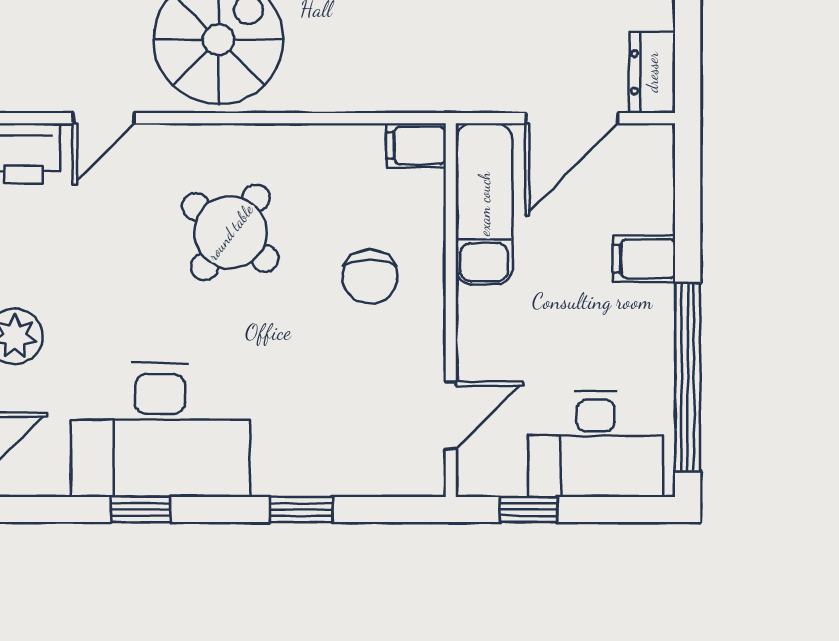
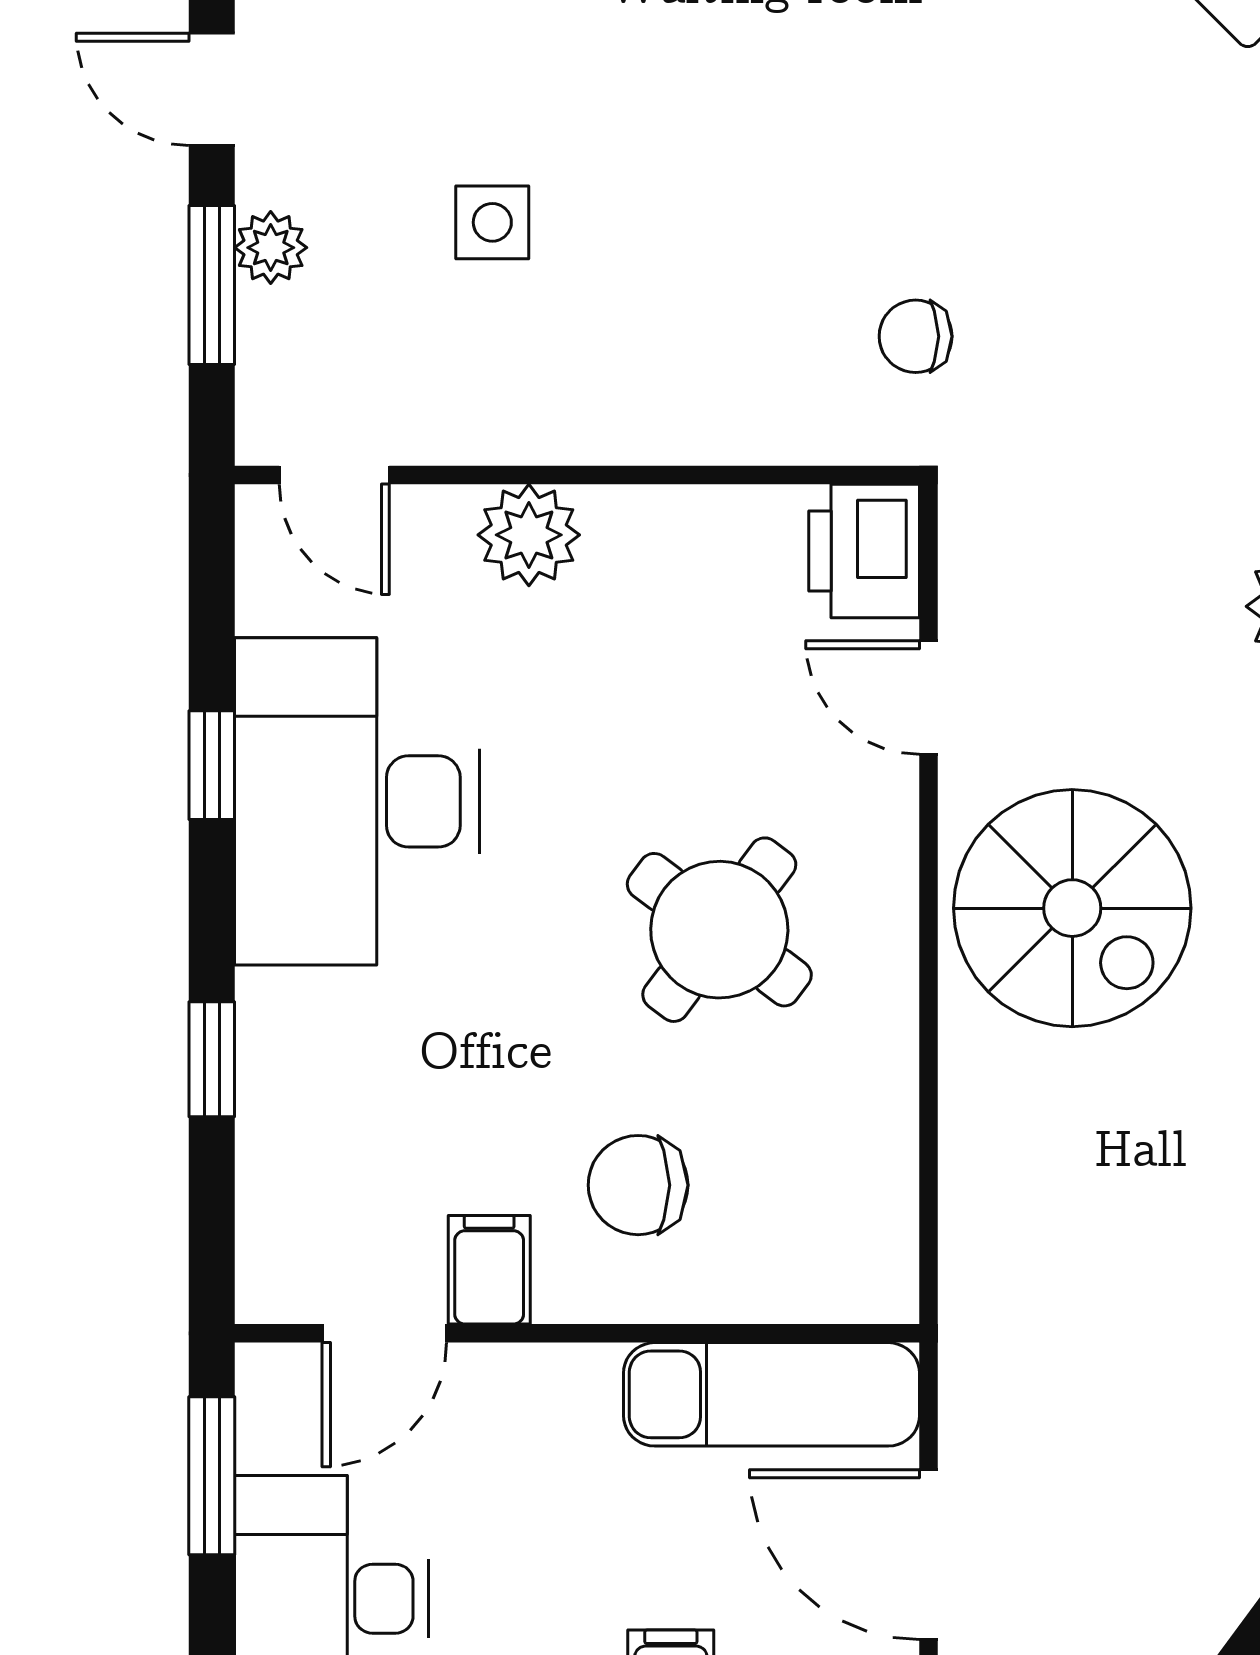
filing cabinet: (416, 145) -> (489, 1270), moved
door: (451, 415) -> (384, 1333), hinge flipped
window: (528, 510) -> (212, 1476), width x1.50

